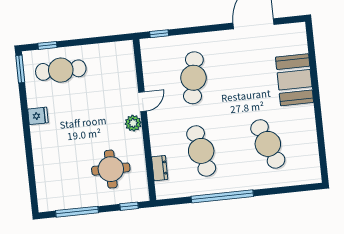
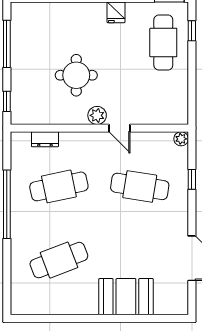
window: (159, 34) -> (192, 179), moved
plant: (146, 45) -> (181, 139), added
round table: (111, 169) -> (76, 75), moved

